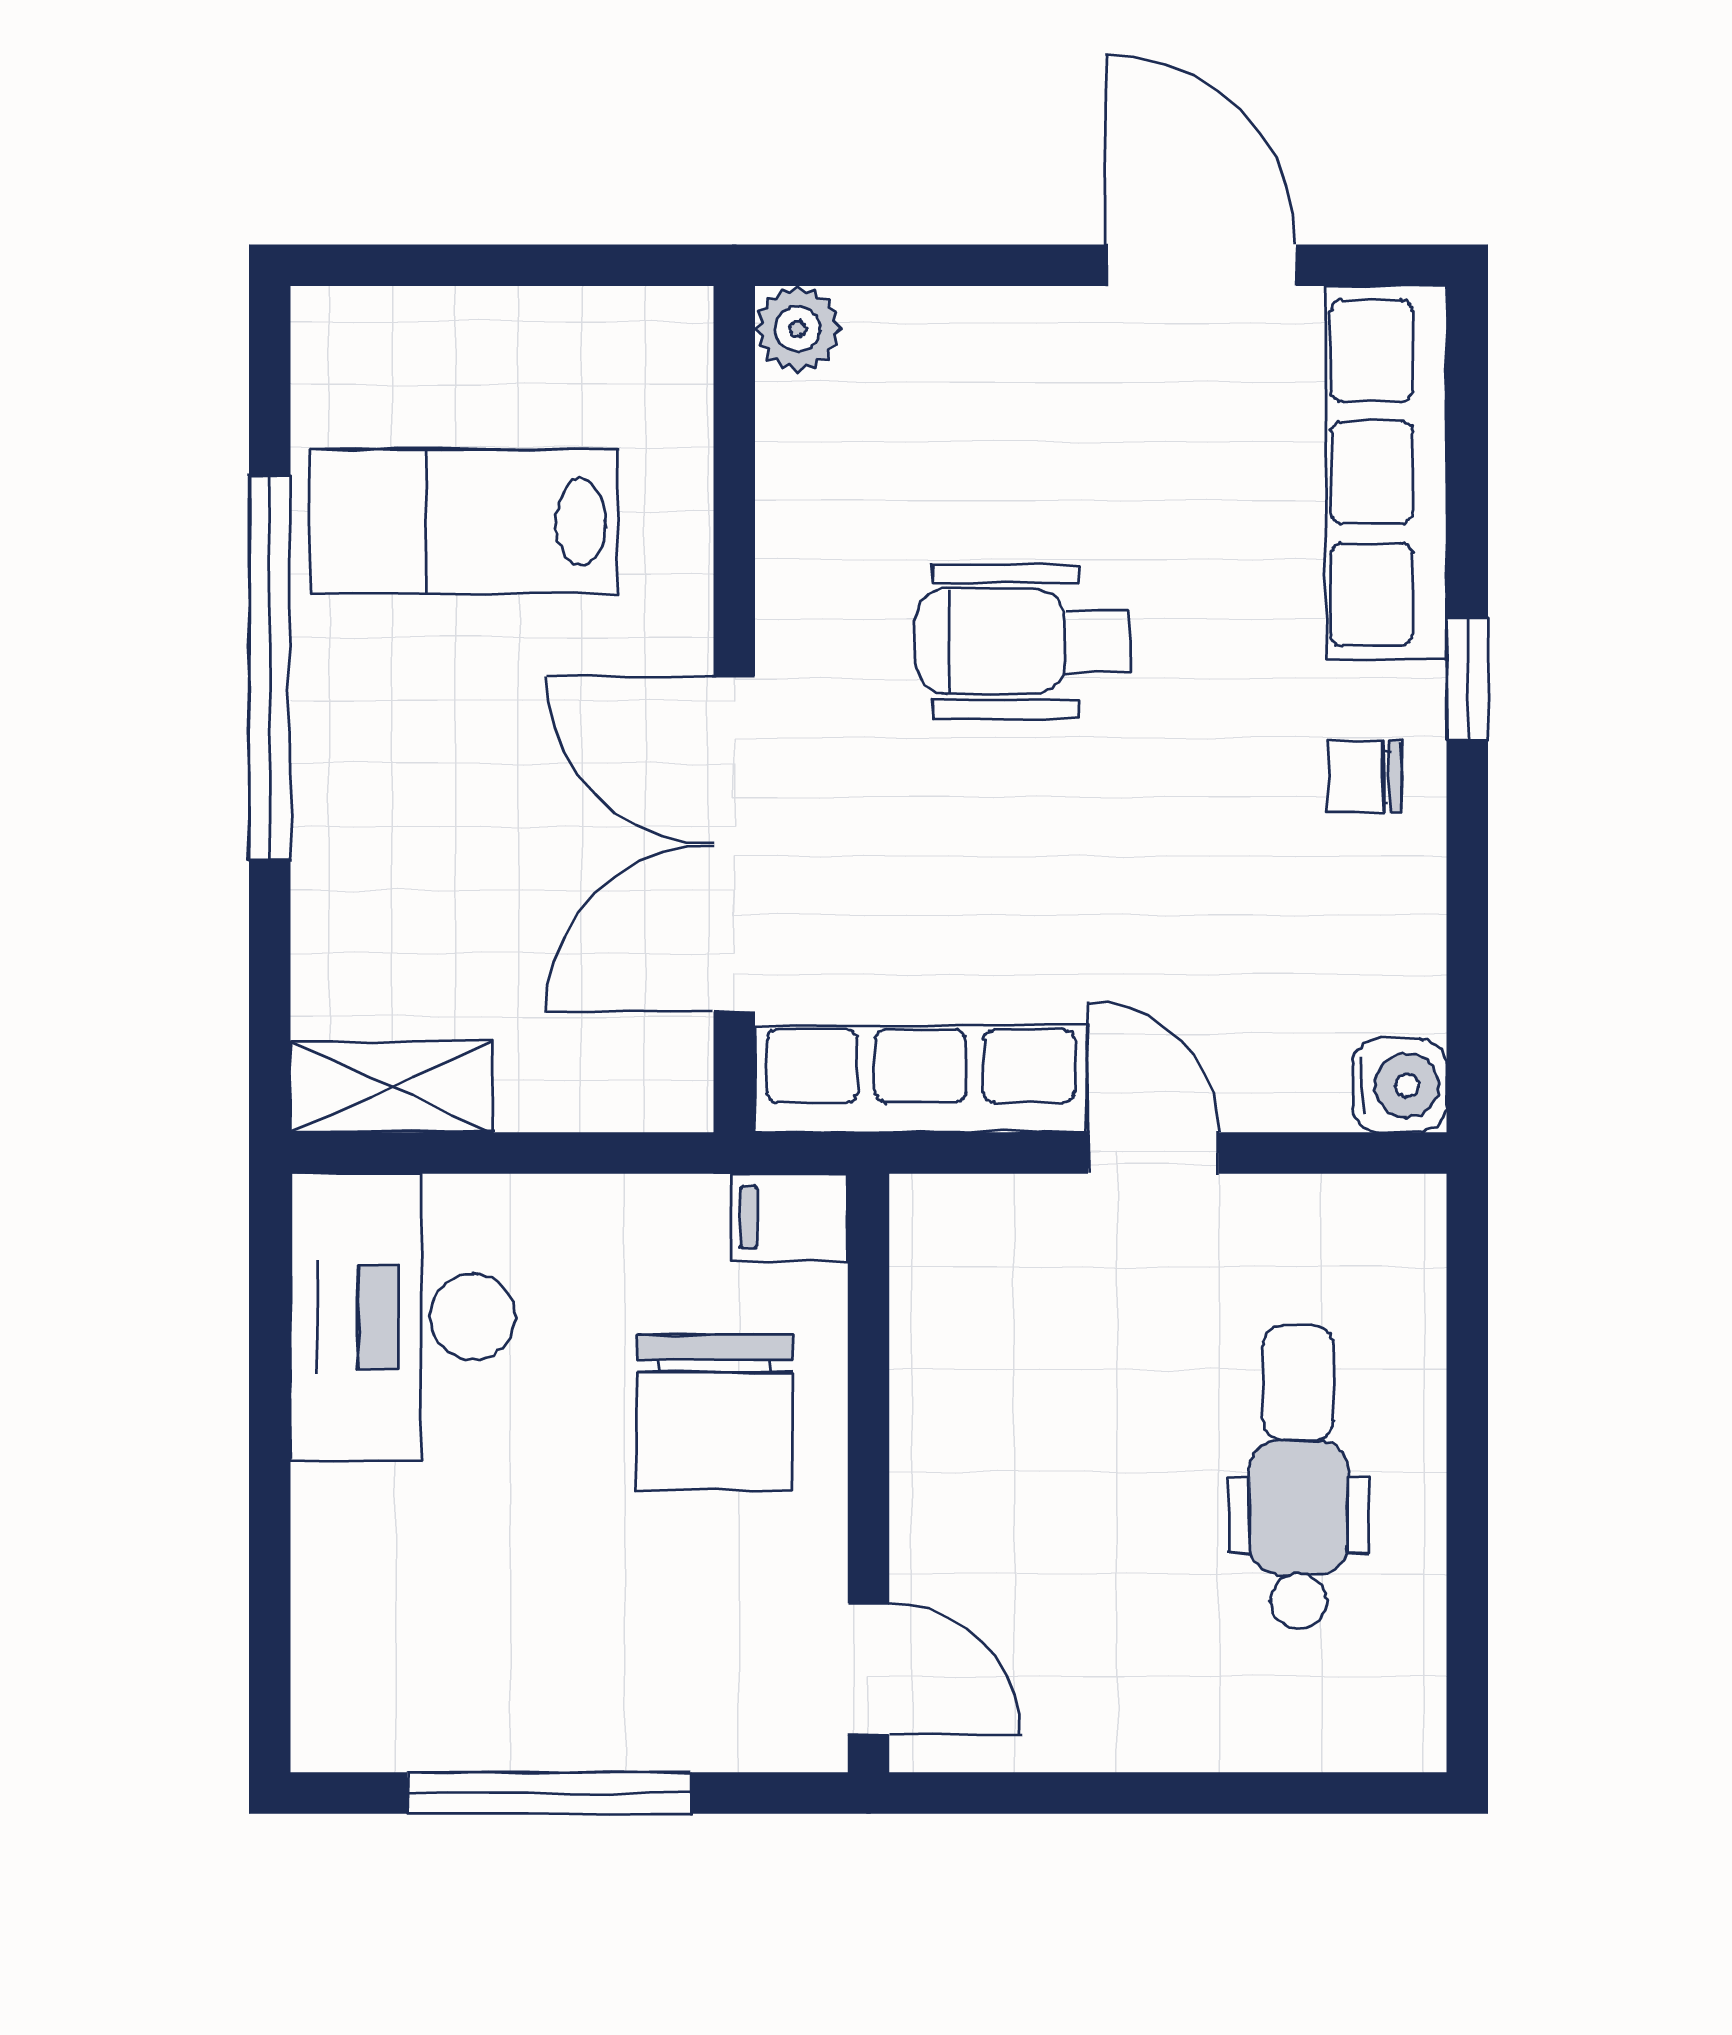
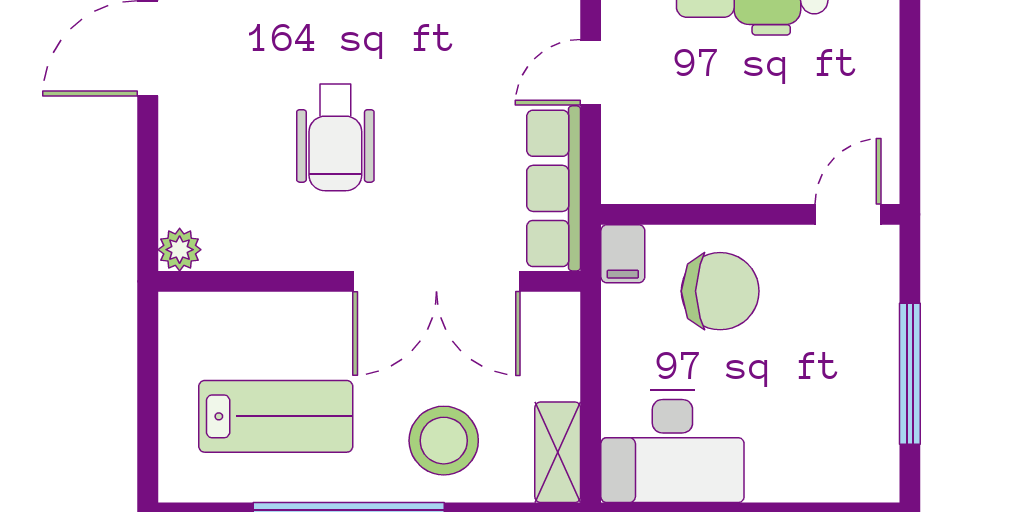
lab bench: (464, 522) -> (276, 416), turned -90
stool: (415, 858) -> (444, 441), added

